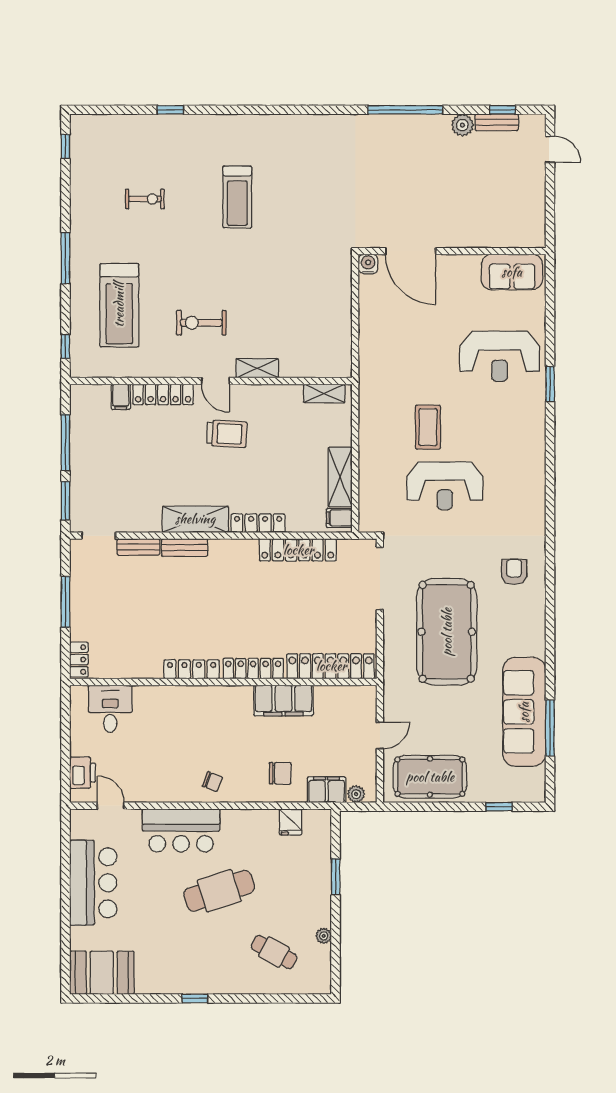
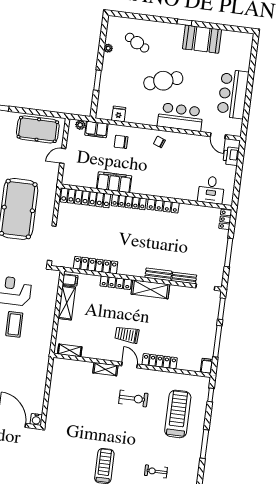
filing cabinet: (121, 397) -> (207, 366), moved
booth: (102, 973) -> (202, 39), moved

